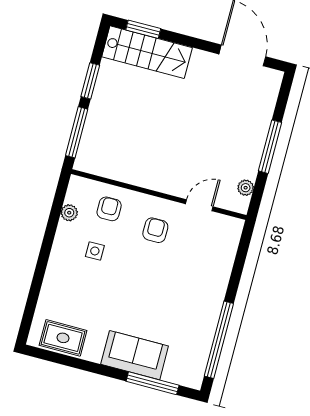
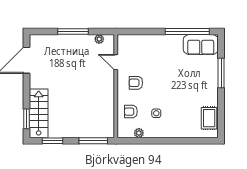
window: (90, 81) -> (52, 141), moved
sofa: (135, 355) -> (201, 45), moved, turned -90
window: (153, 383) -> (221, 73), moved

